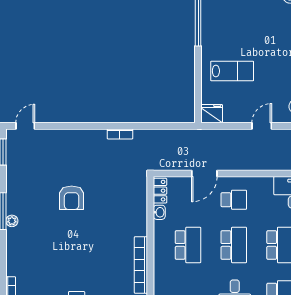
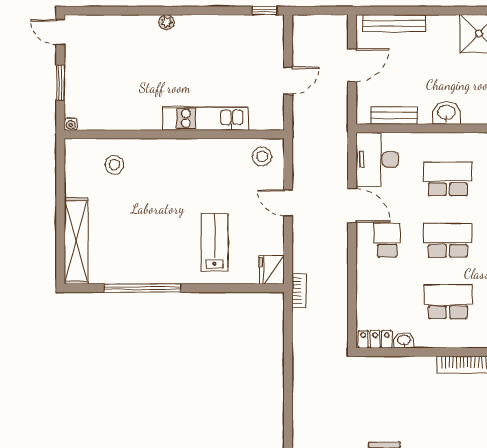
bookcase: (120, 134) -> (299, 290), moved
door: (204, 174) -> (352, 205), moved

